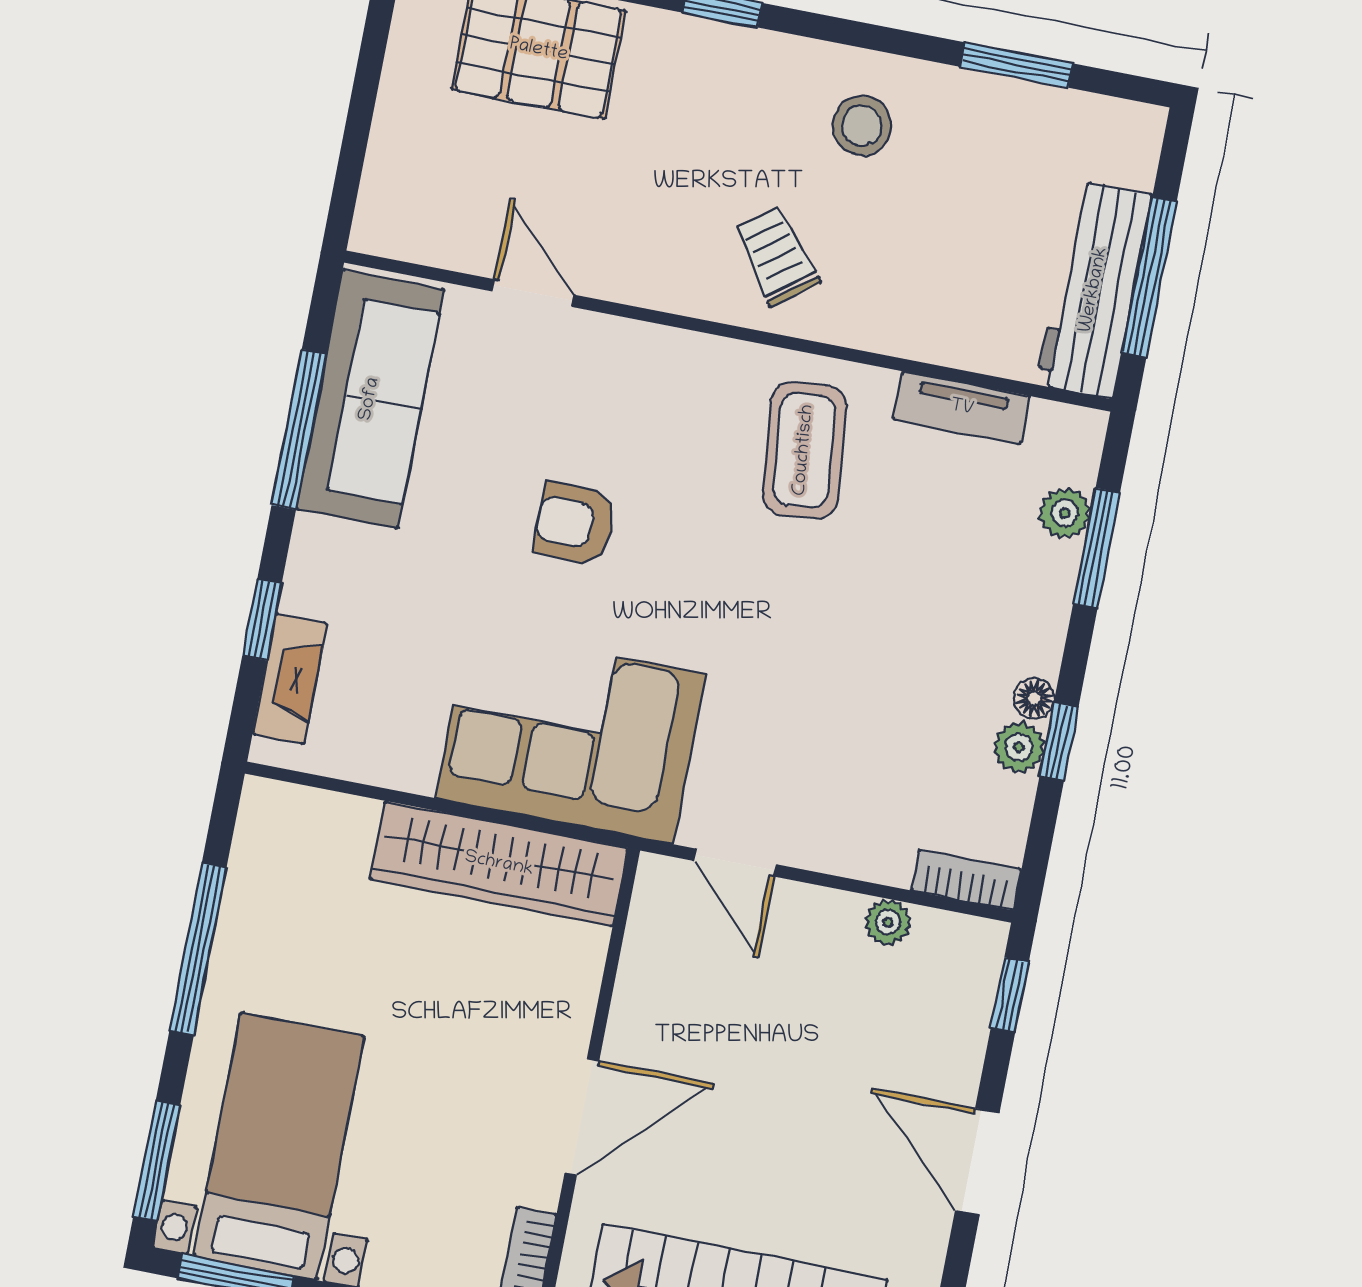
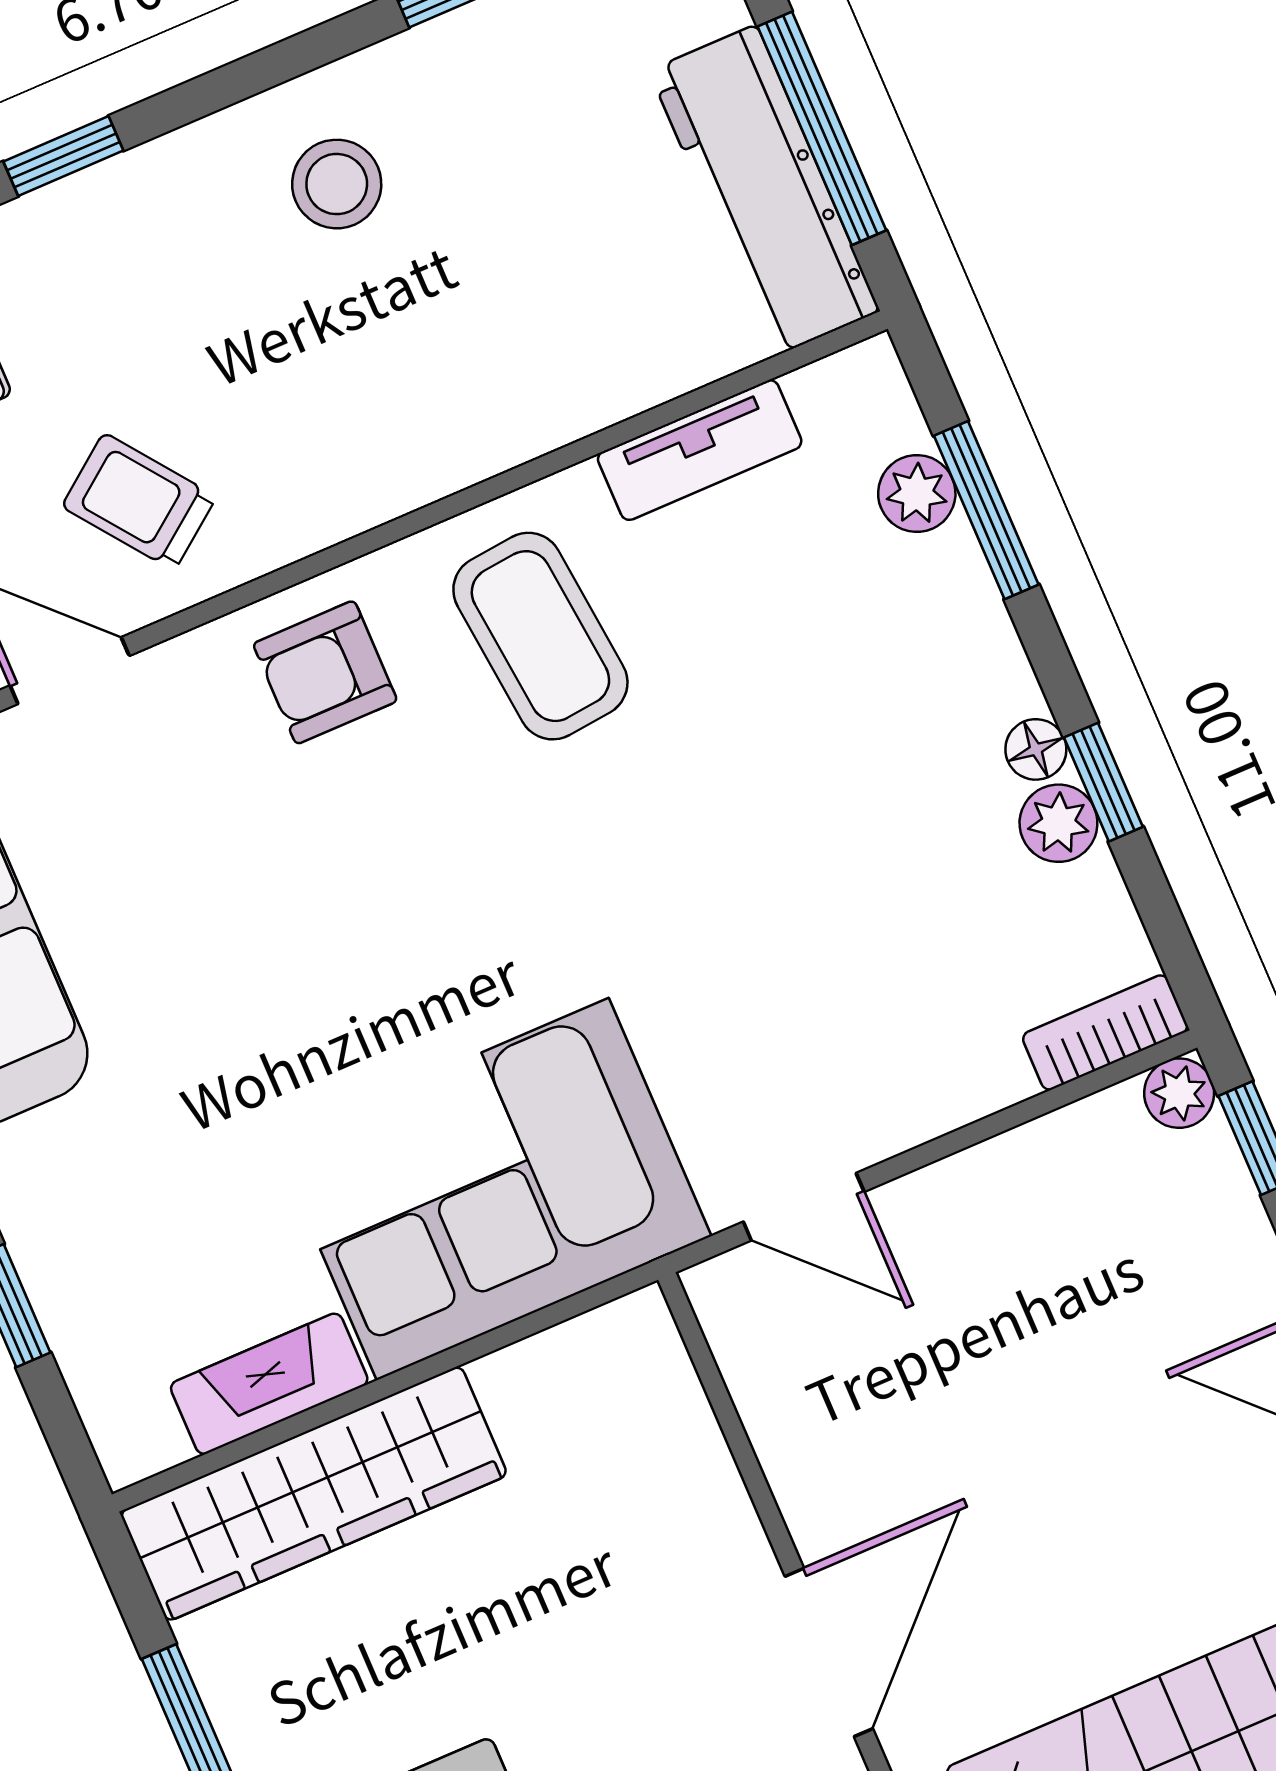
trolley: (777, 256) -> (139, 502), moved
armchair: (575, 524) -> (325, 672), moved
fireplace: (290, 679) -> (269, 1384), moved, turned -90
wardrobe: (499, 864) -> (314, 1494), moved
plant: (888, 922) -> (1179, 1093), moved

